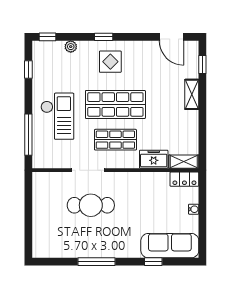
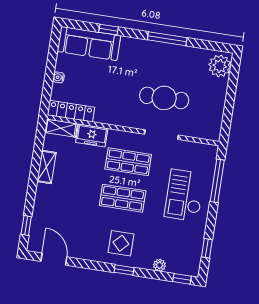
shelving: (192, 94) -> (46, 167), moved
shop shelf: (115, 104) -> (123, 198), width x0.70, depth x0.74
locker: (184, 179) -> (71, 111), width x1.53
plant: (43, 244) -> (220, 66), added

